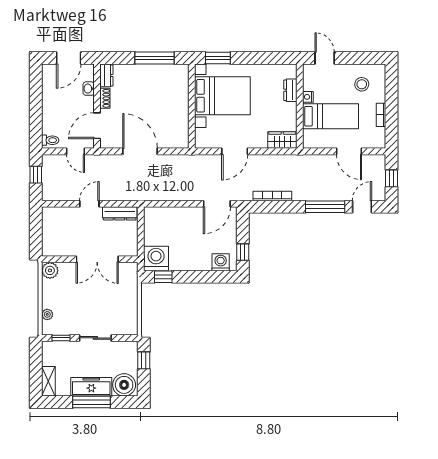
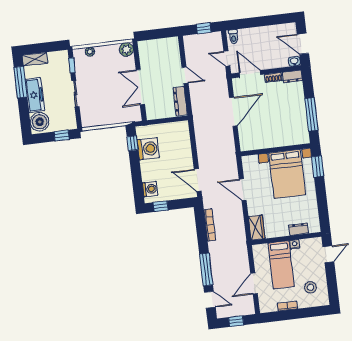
washbasin: (89, 89) -> (294, 61), moved
door: (75, 151) -> (227, 59), hinge flipped
washing machine: (156, 259) -> (148, 149), moved
window: (91, 402) -> (20, 82), moved

